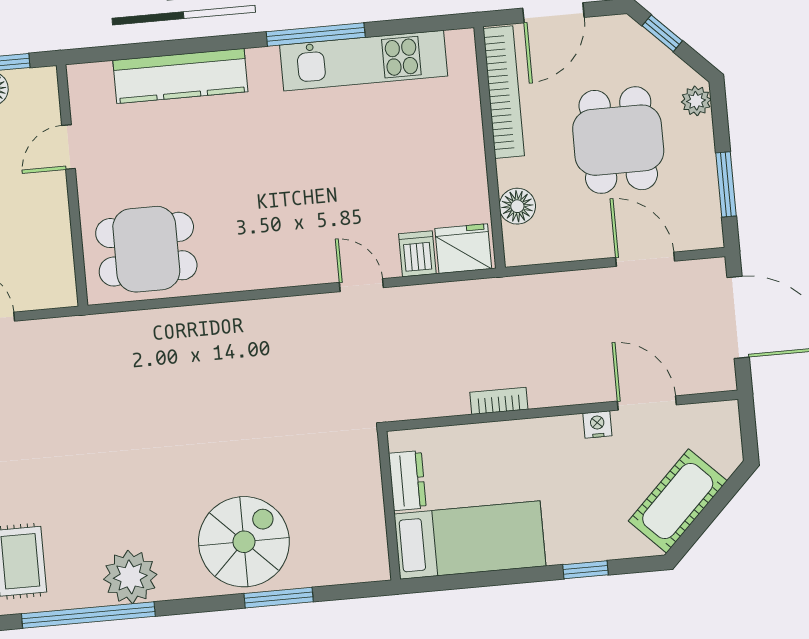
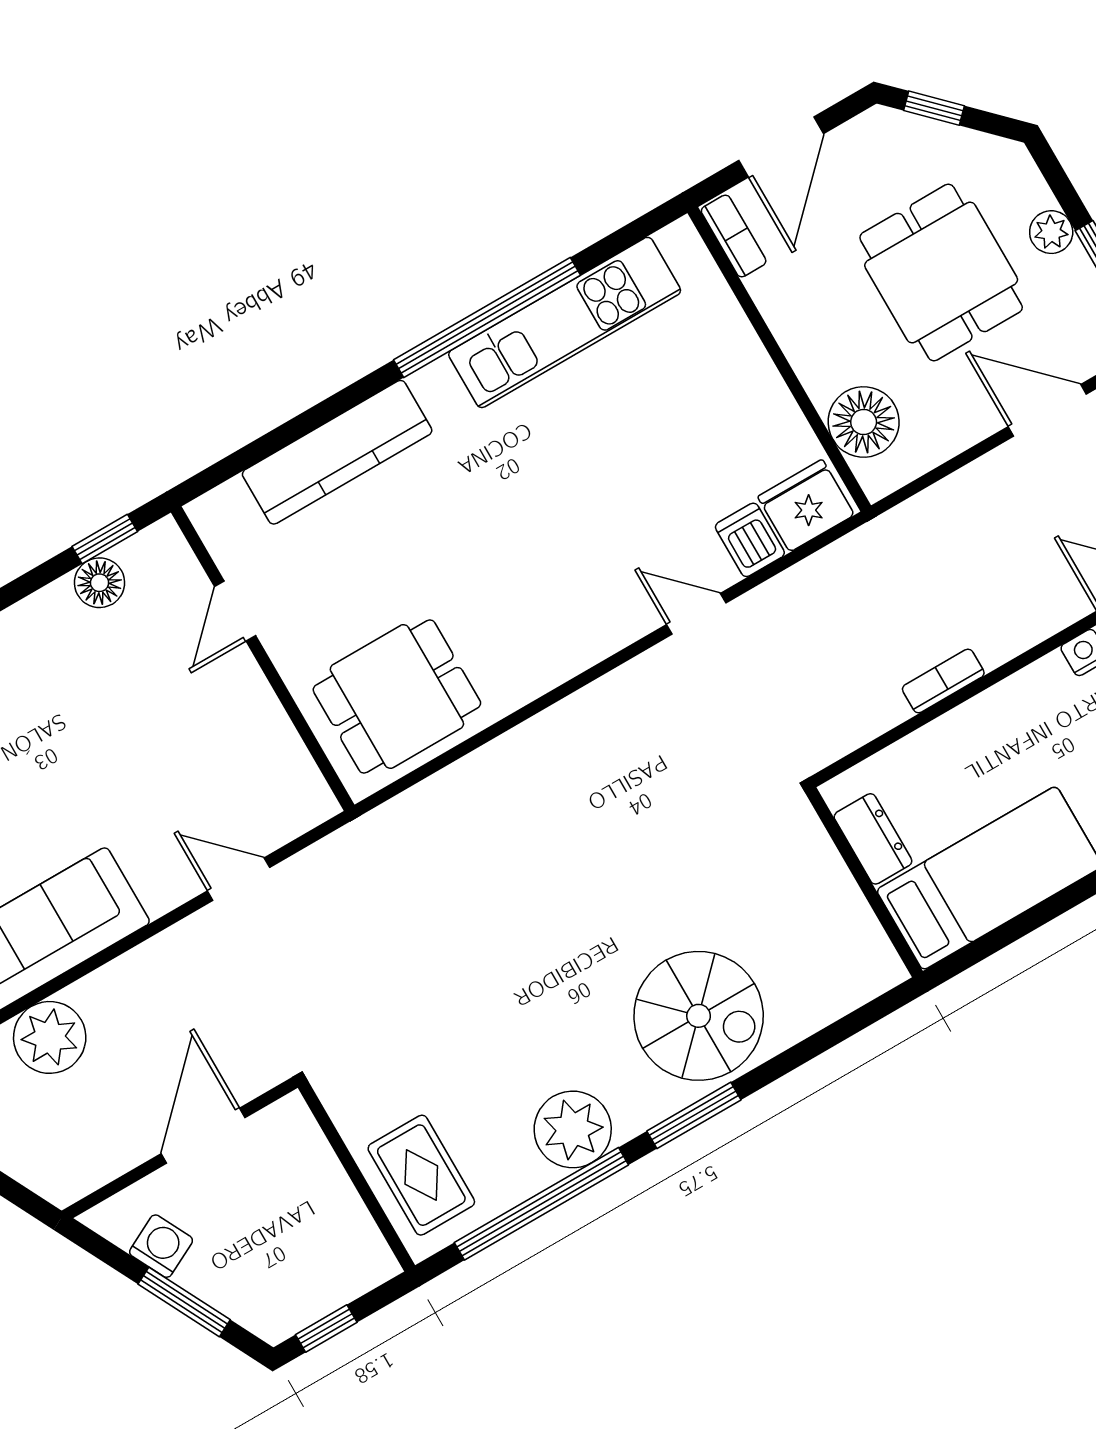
window: (316, 34) -> (487, 317), width x1.46
bookcase: (504, 92) -> (734, 236), width x0.43, depth x0.76
plant: (696, 101) -> (1051, 232), moved
floor lamp: (517, 206) -> (864, 422), width x1.38, depth x1.38
spiral stairs: (244, 542) -> (699, 1016), turned 90
window: (279, 598) -> (694, 1115), moved

